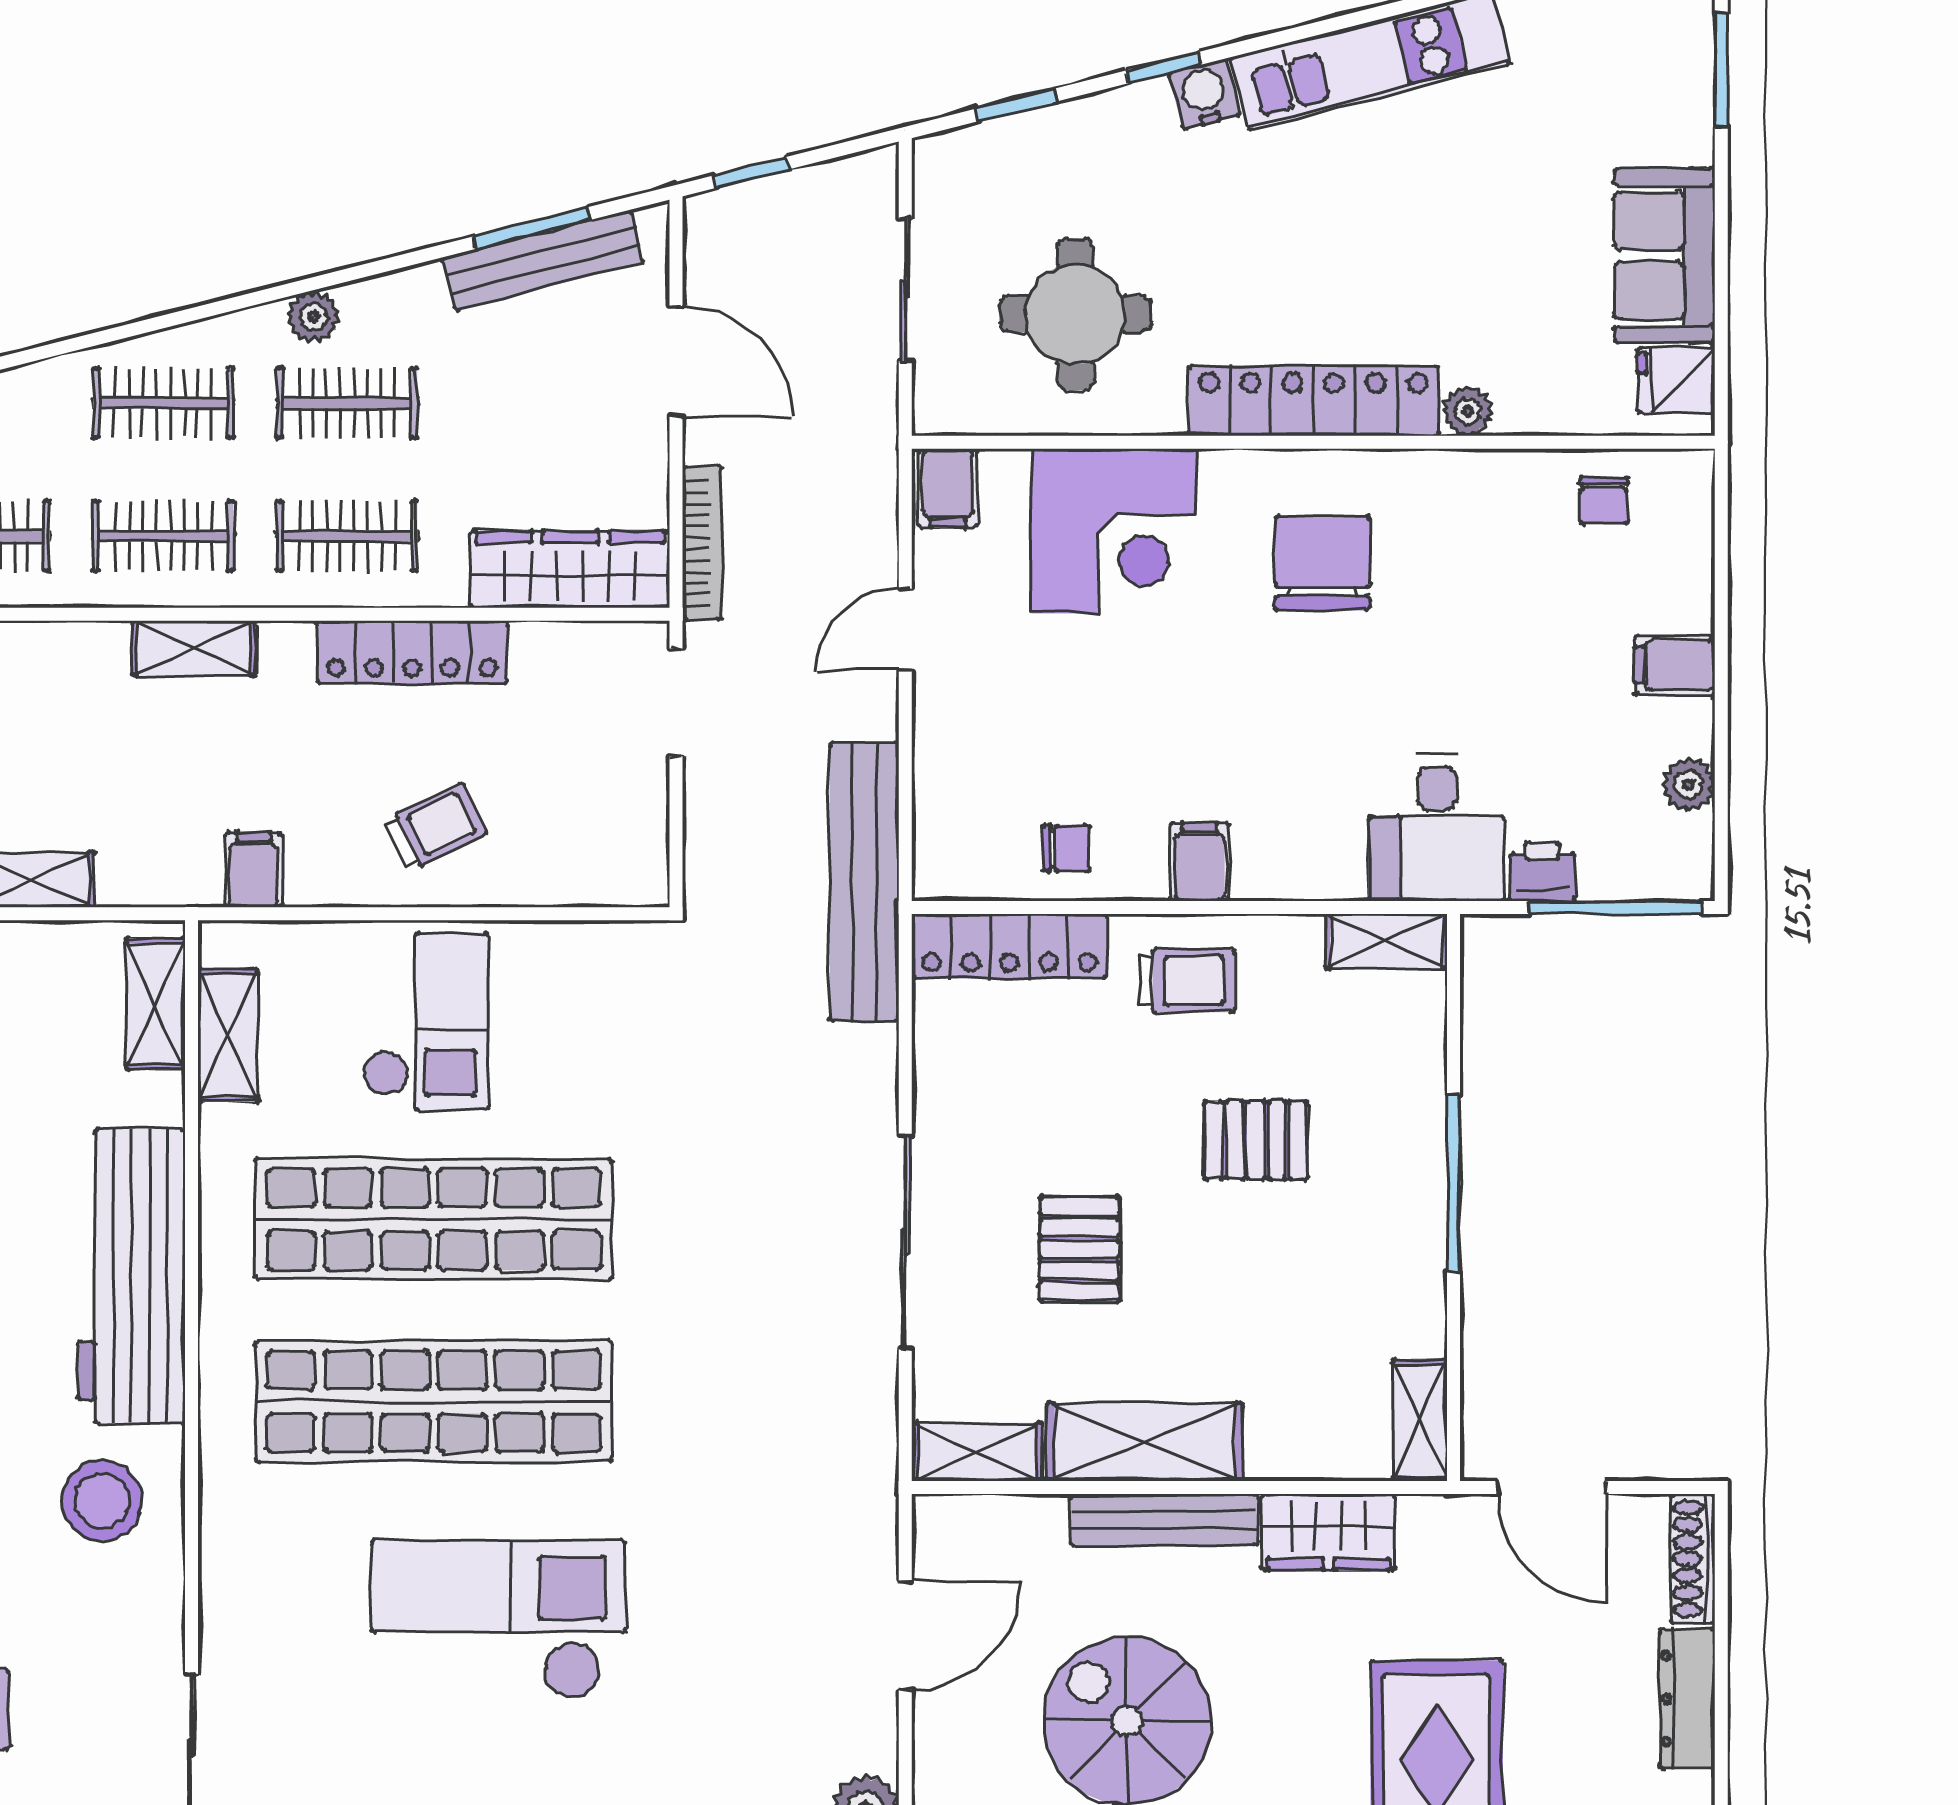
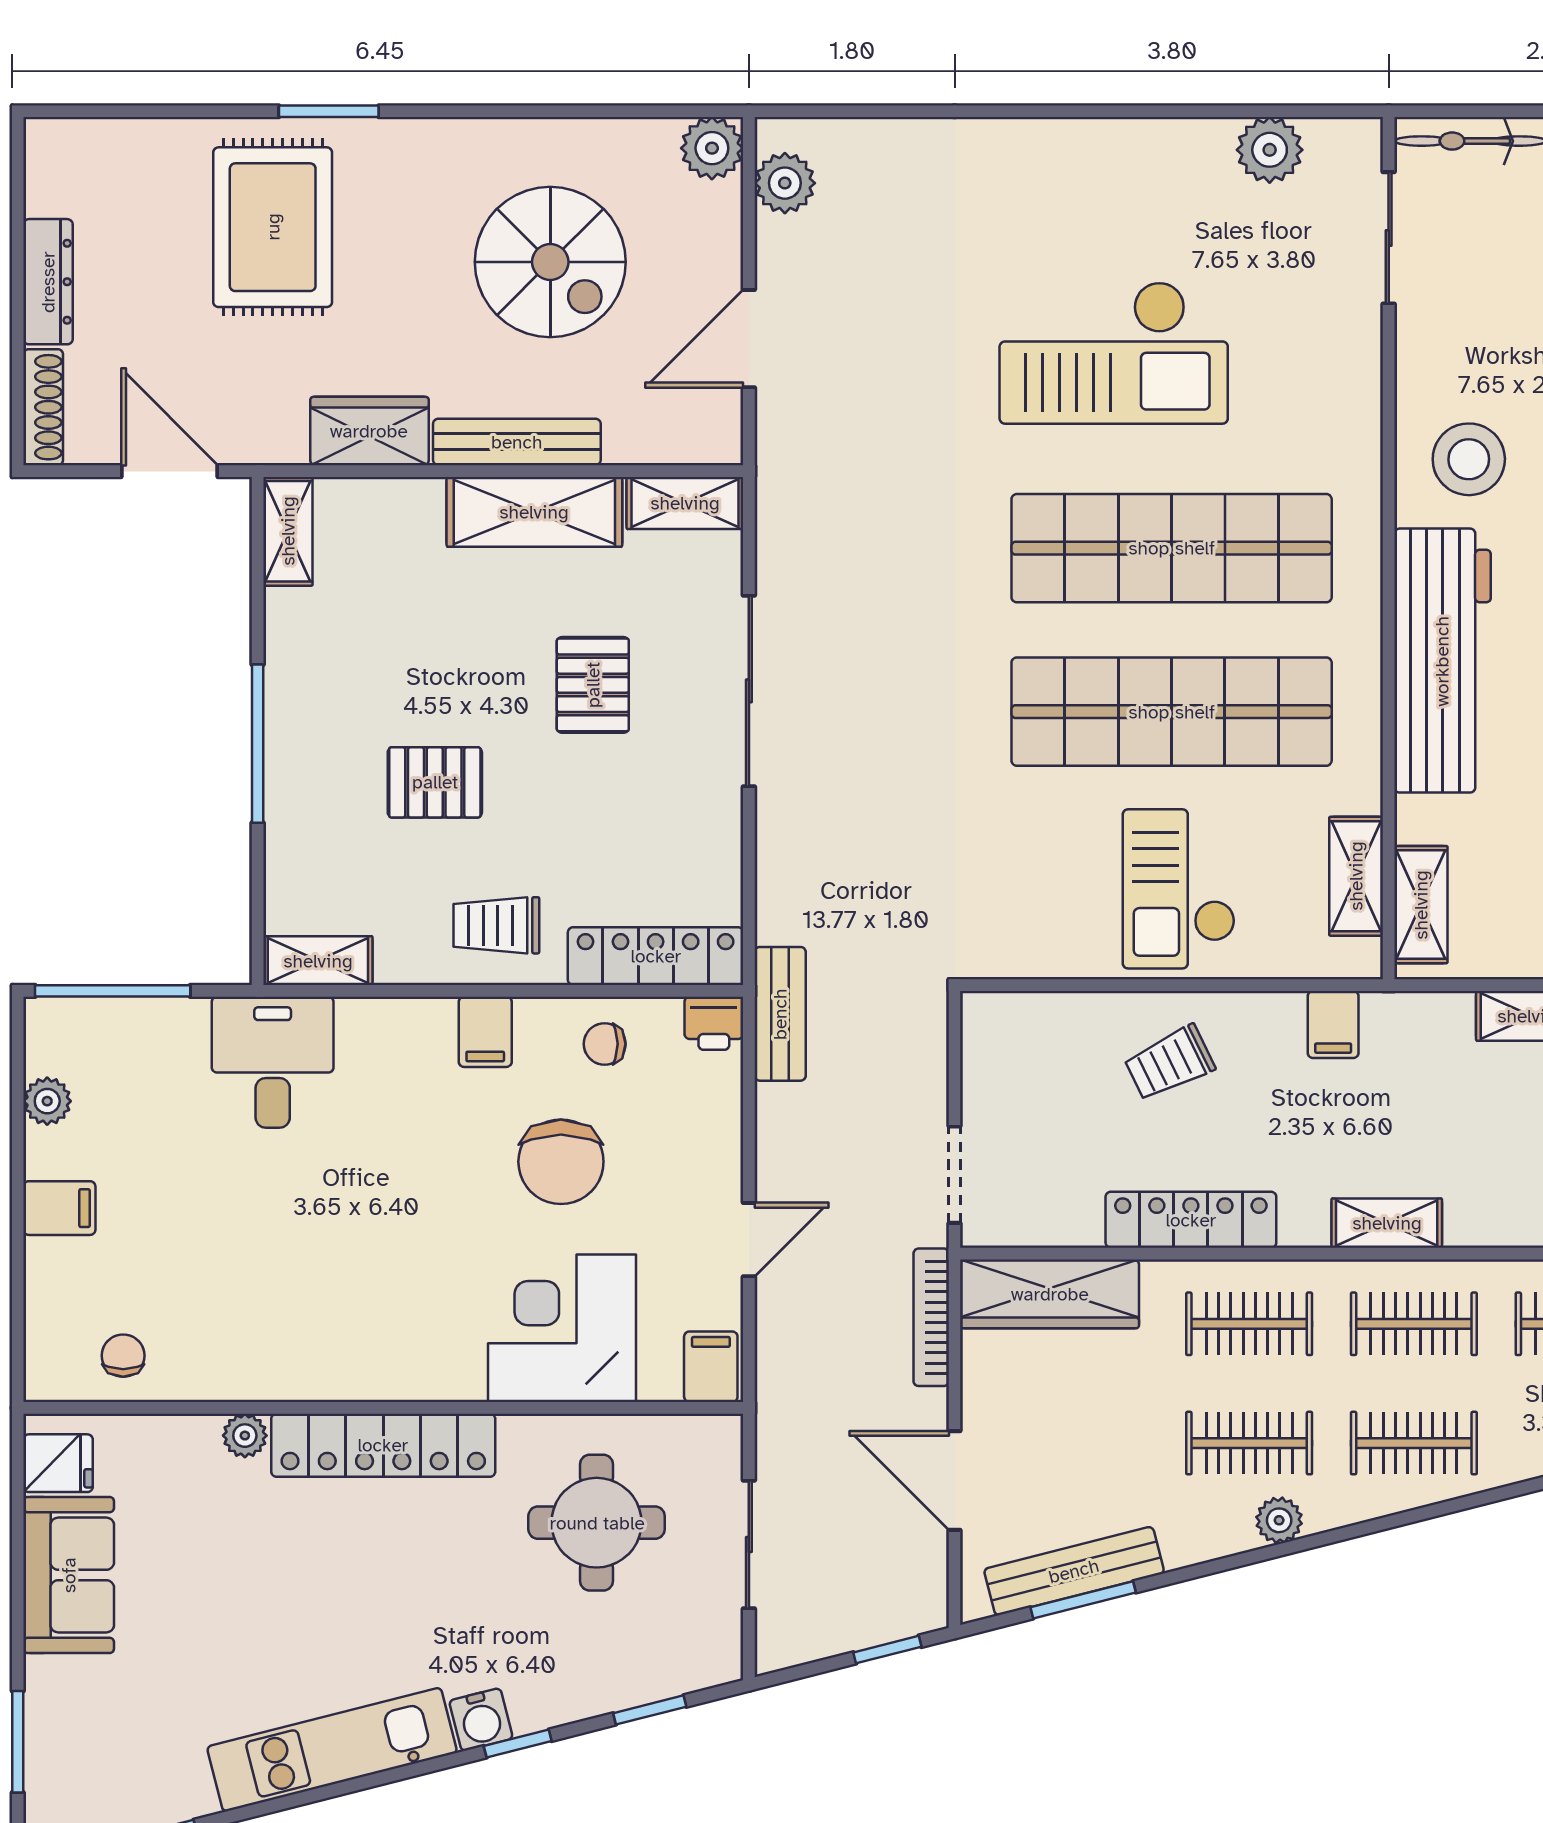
chair: (1322, 563) -> (561, 1162), moved
printer: (1542, 871) -> (714, 1023), moved
bench: (864, 882) -> (780, 1014), width x0.54, depth x0.82

